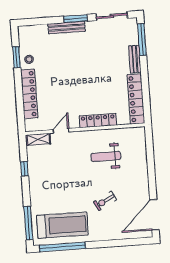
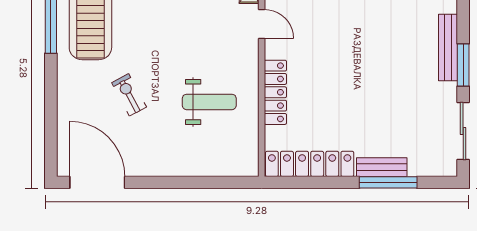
window: (142, 40) -> (388, 182), moved
weight bench: (106, 156) -> (209, 102), turned 90

